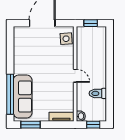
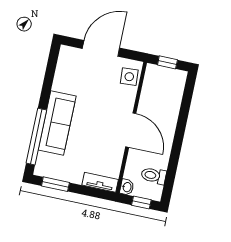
door: (75, 76) -> (131, 130), width x1.88
toilet: (98, 93) -> (154, 176), moved
sofa: (23, 97) -> (57, 123), moved

